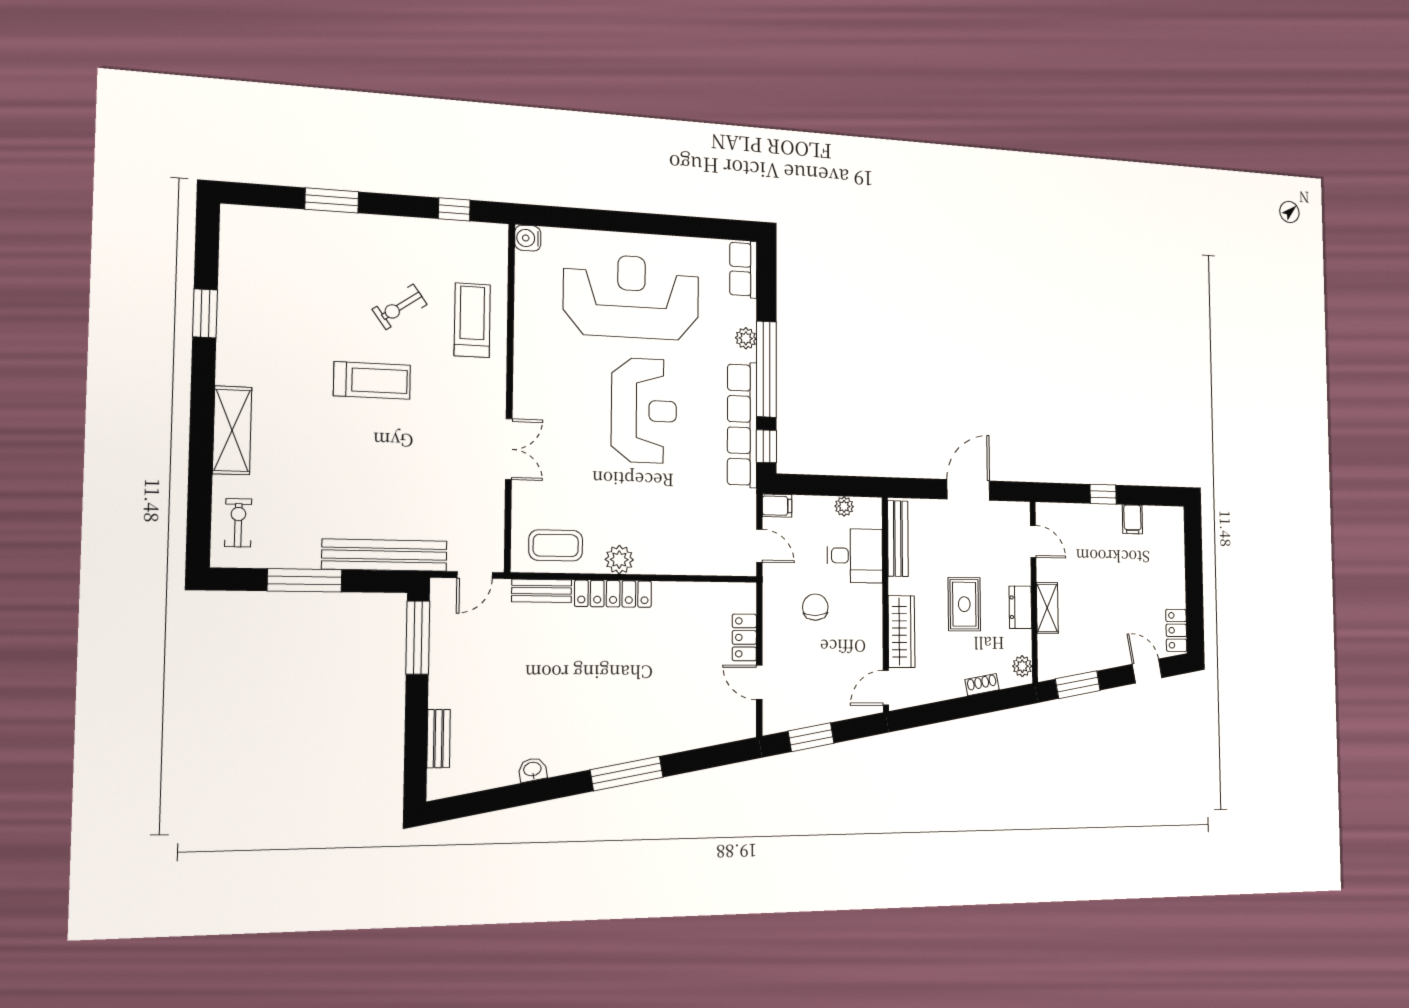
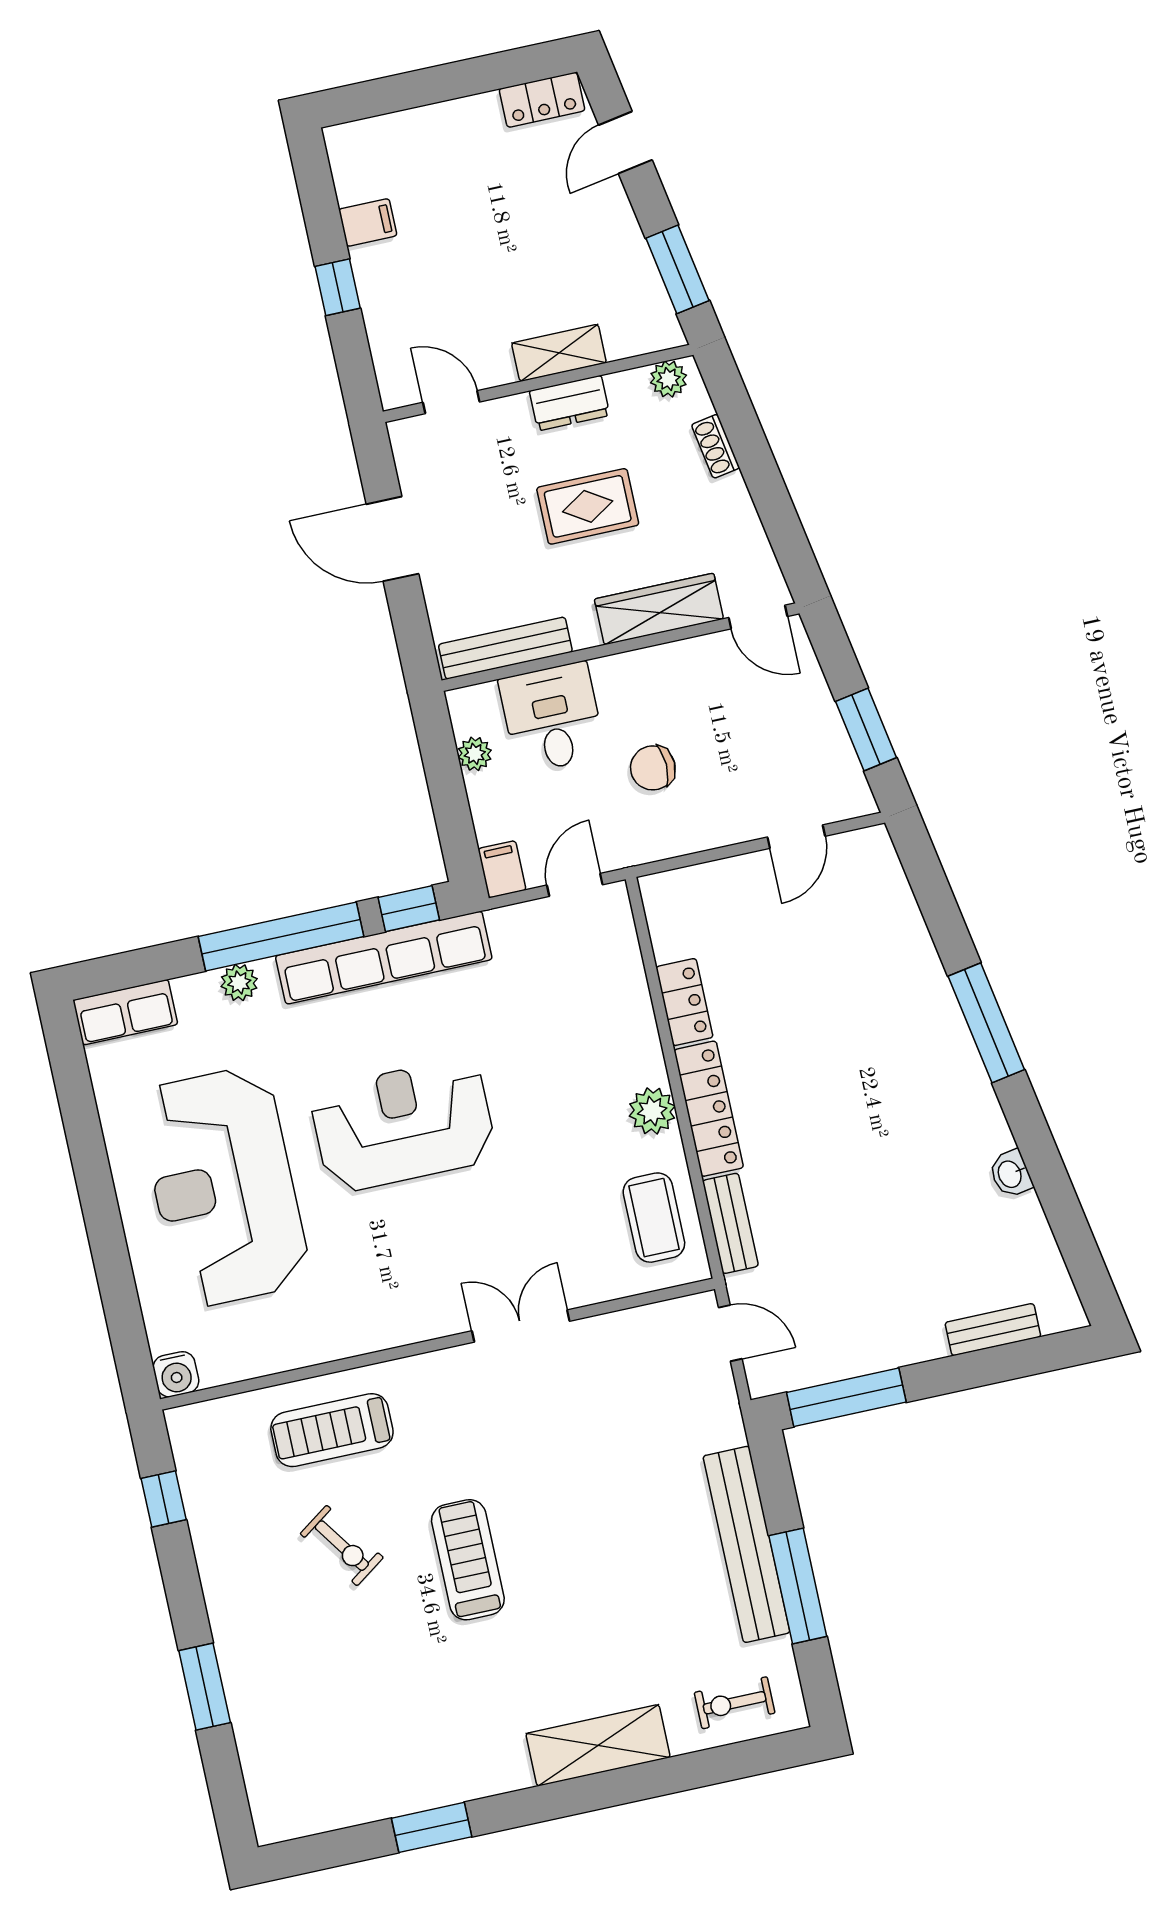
door: (1033, 541) -> (451, 402), hinge flipped
bench: (385, 555) -> (747, 1544), moved
locker: (744, 637) -> (684, 1002), moved, turned -90

